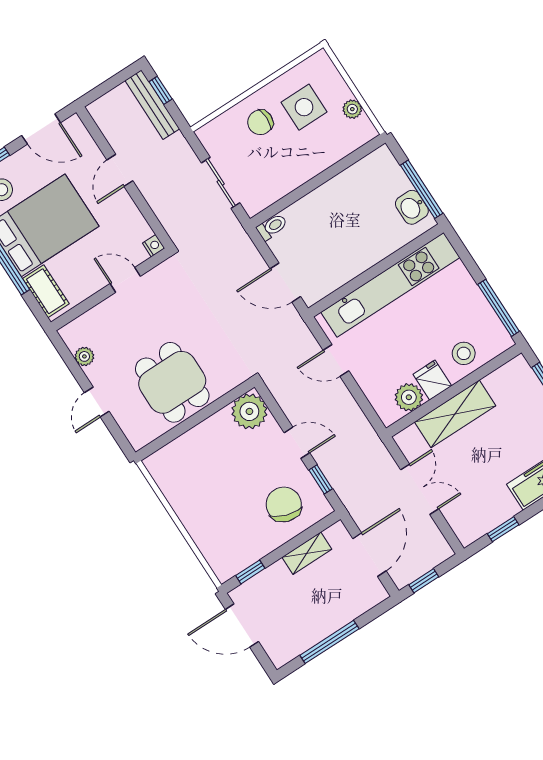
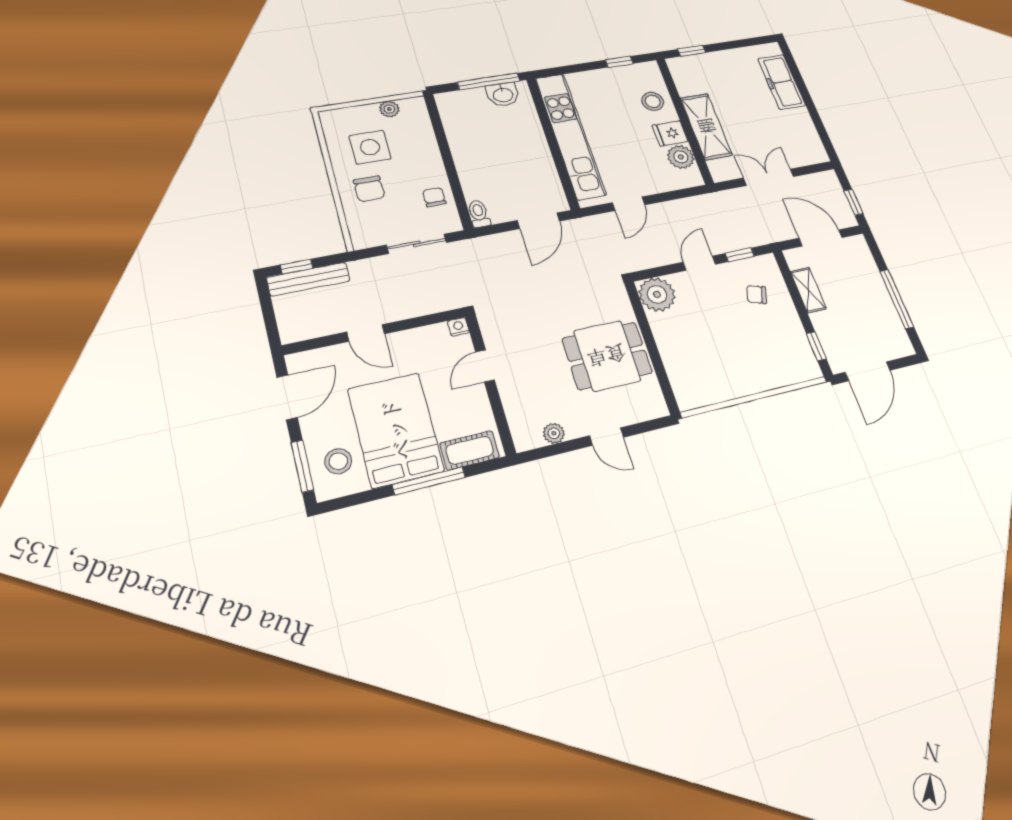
chair: (274, 182) -> (434, 197), added
window: (499, 308) -> (619, 62), width x0.46
chair: (284, 504) -> (756, 294), width x0.54, depth x0.54
window: (503, 529) -> (819, 126), removed

